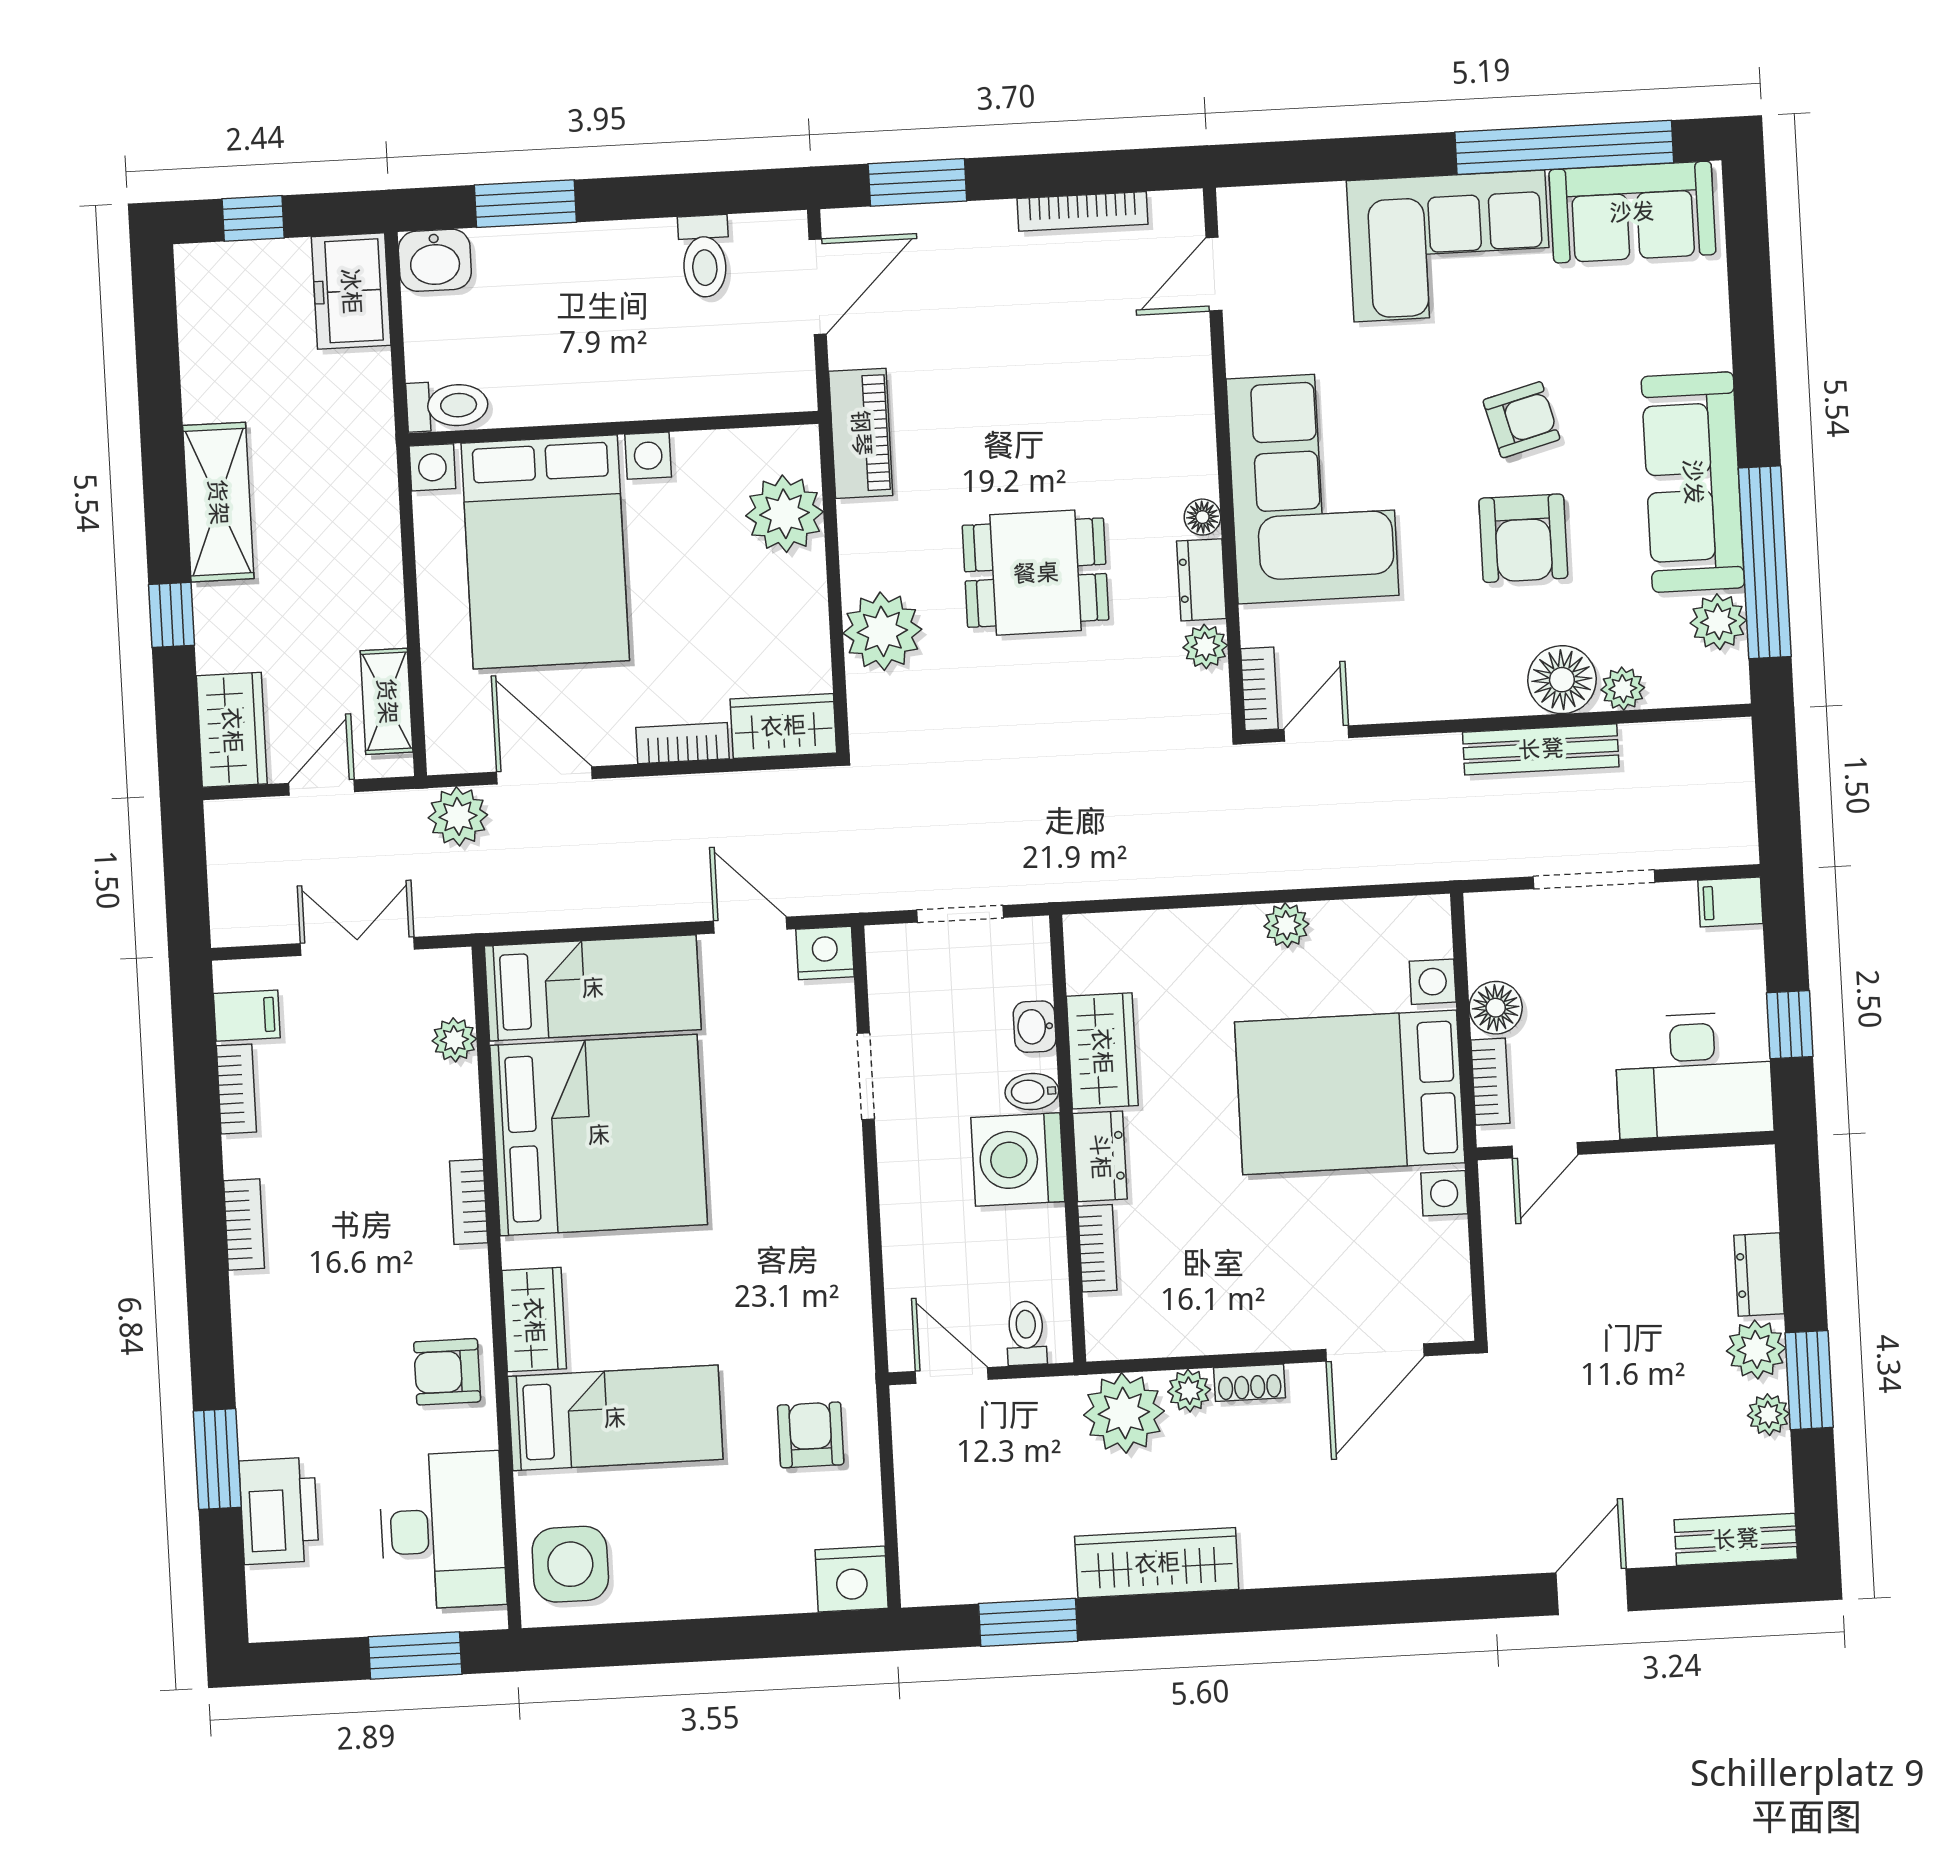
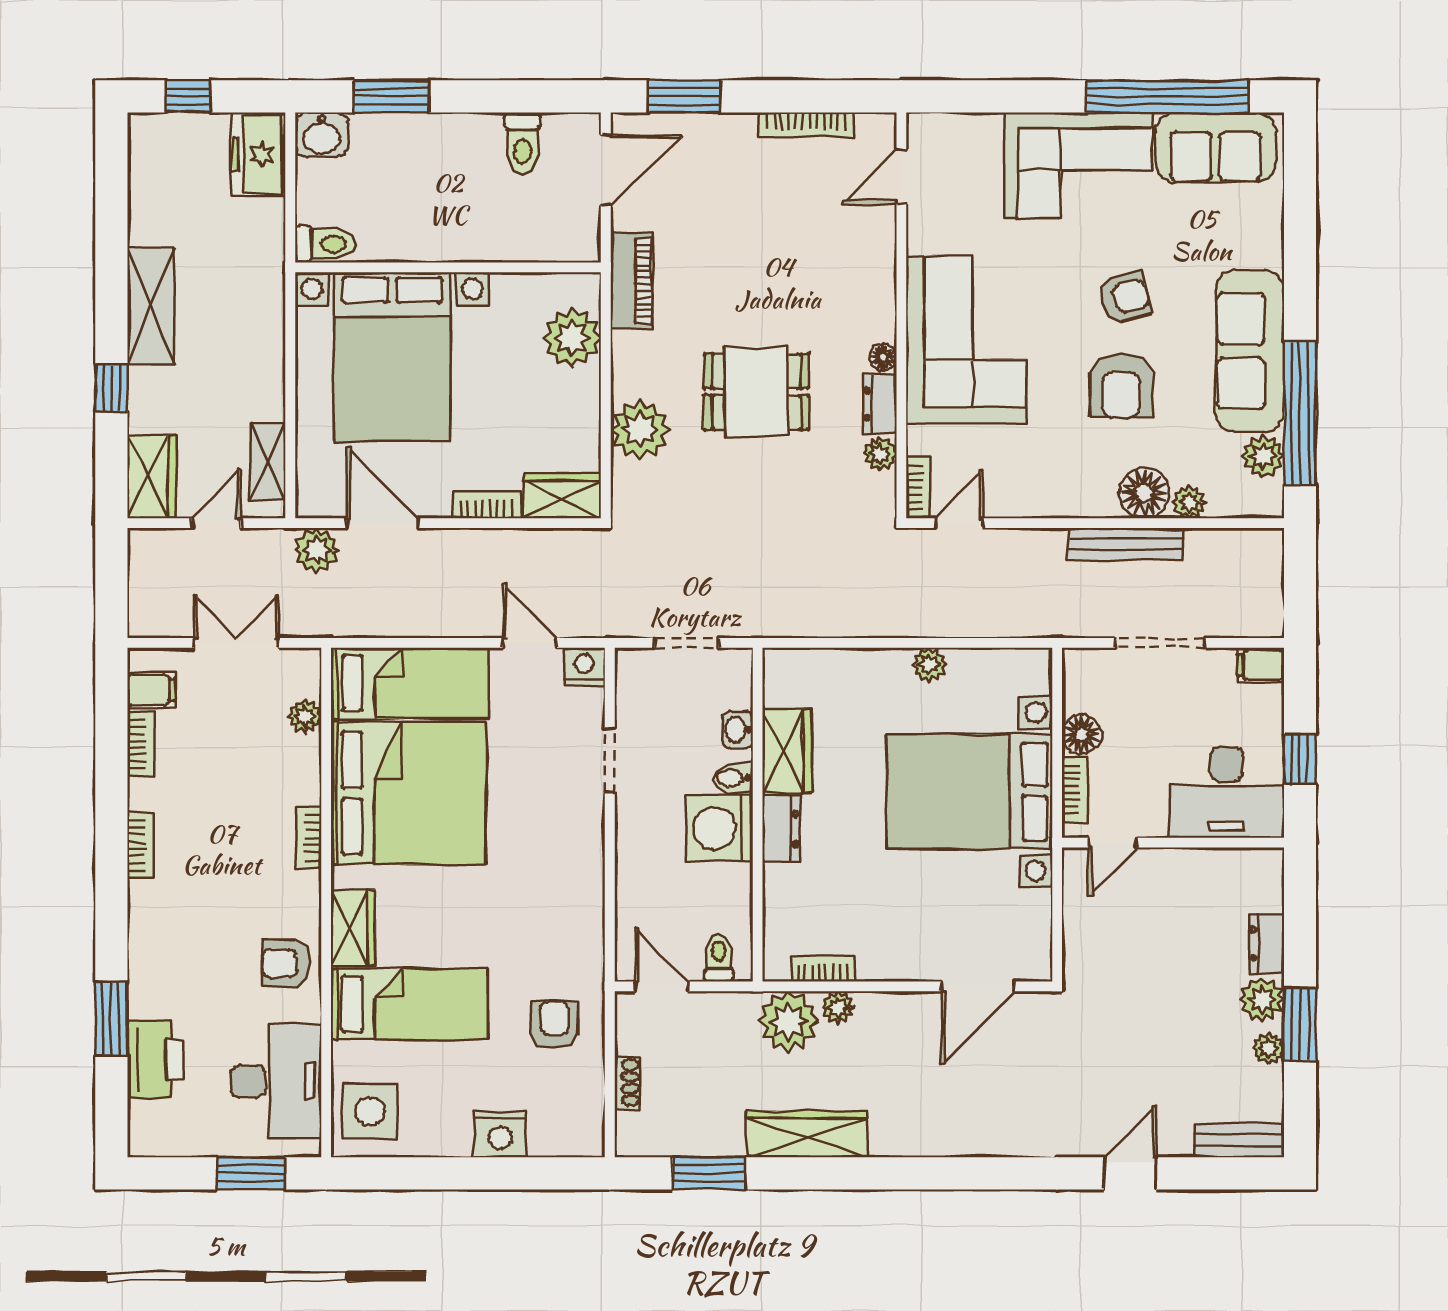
bookcase: (1097, 1248) -> (823, 969), moved, turned -90
shoe rack: (1249, 1383) -> (627, 1083), moved, turned -90
nightstand: (852, 1579) -> (500, 1134), moved

